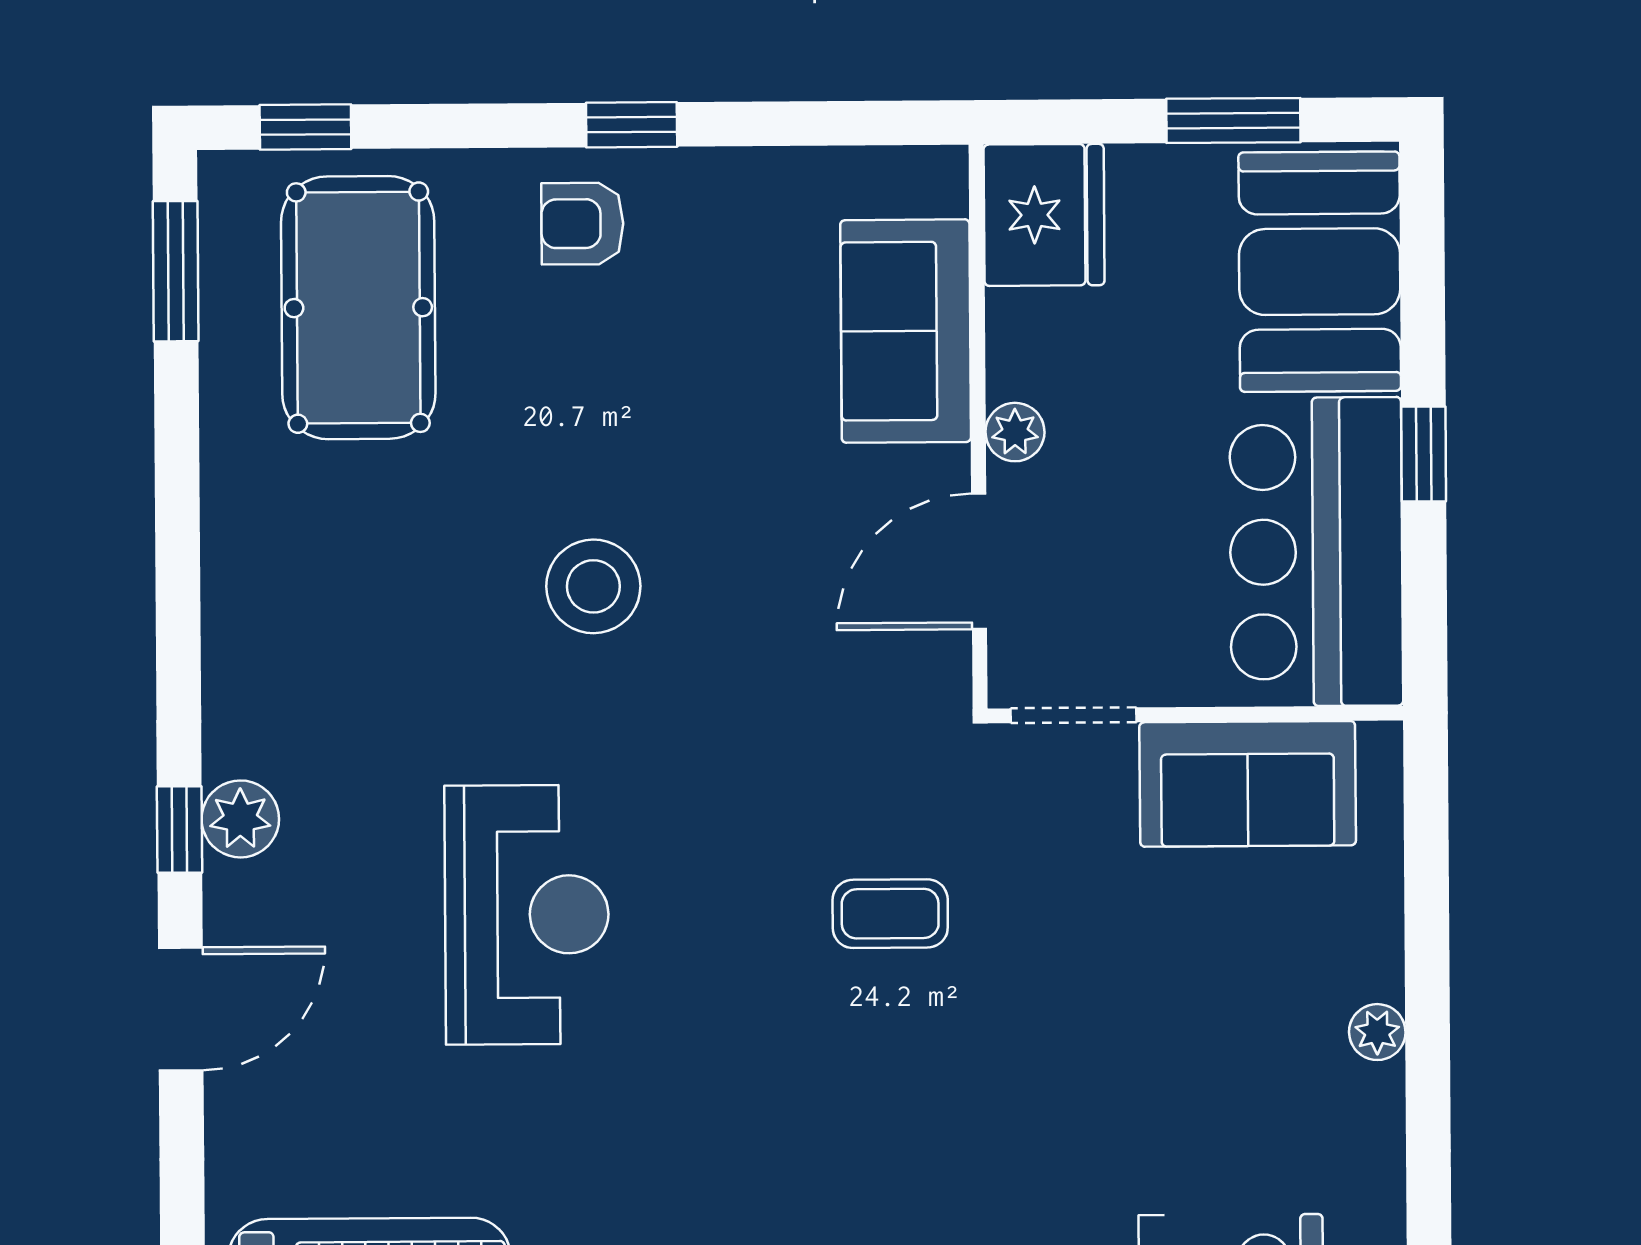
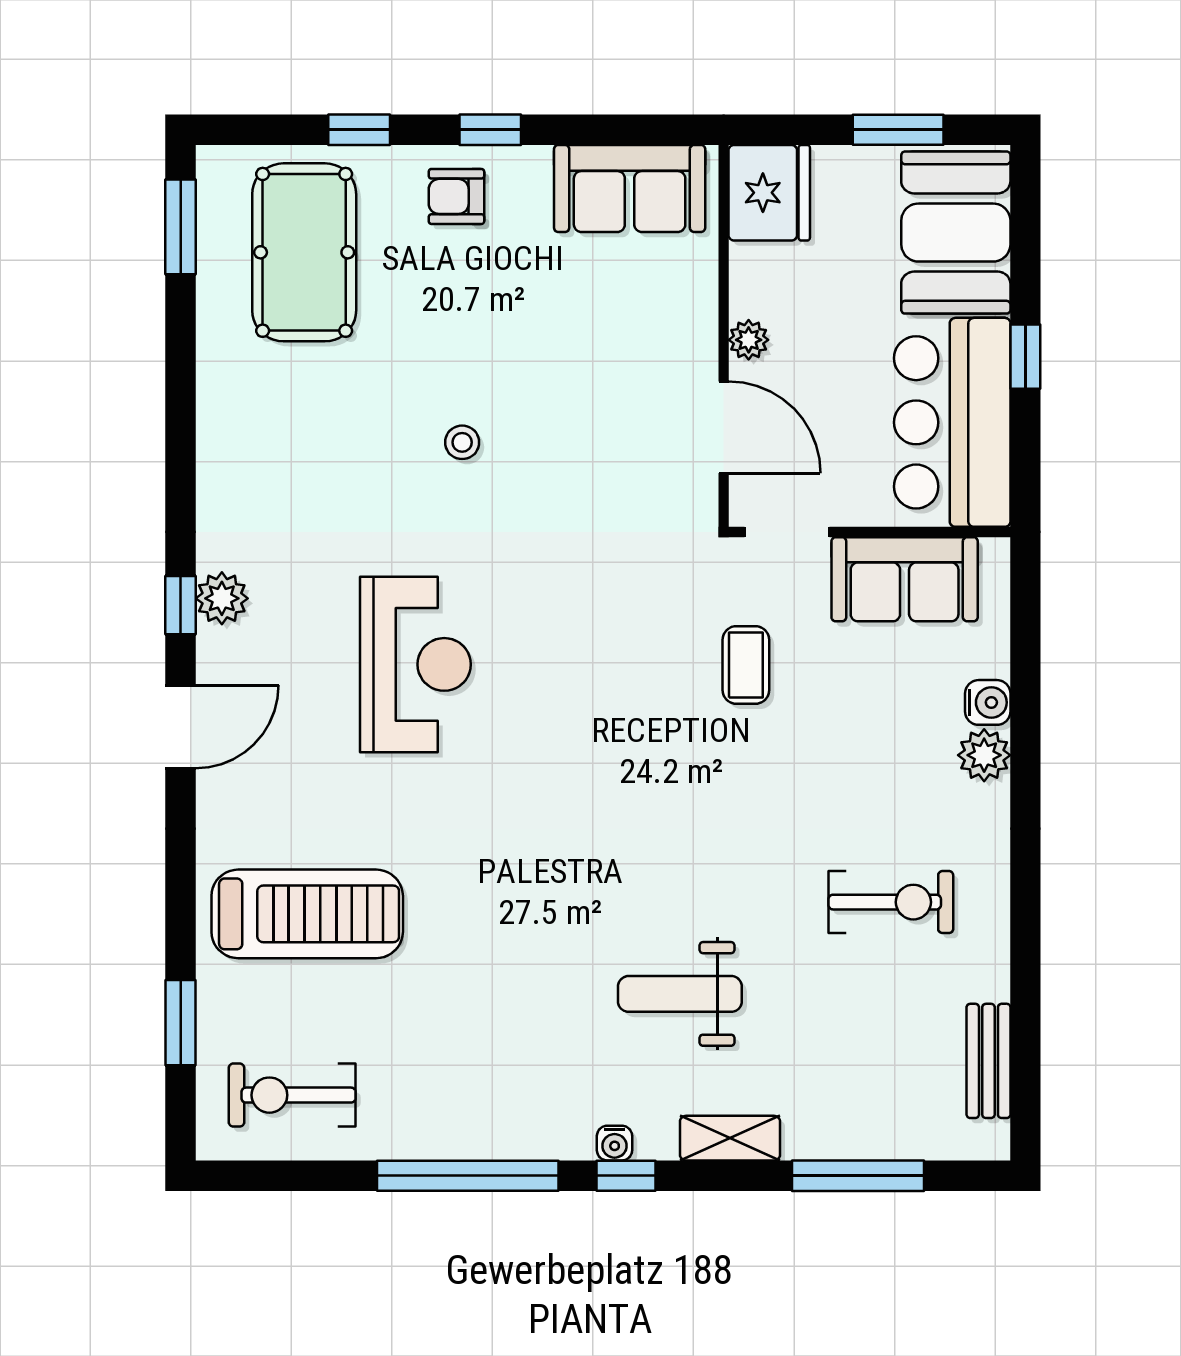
window: (305, 127) -> (359, 130), moved
sofa: (906, 331) -> (630, 188), moved, turned -90
door: (979, 561) -> (724, 427), swing flipped
stool: (593, 586) -> (462, 442), width x0.53, depth x0.53
coffee table: (890, 914) -> (746, 665), moved, turned 90
water cooler: (1372, 965) -> (988, 702), added
plant: (1377, 1032) -> (984, 755), width x1.38, depth x1.38

